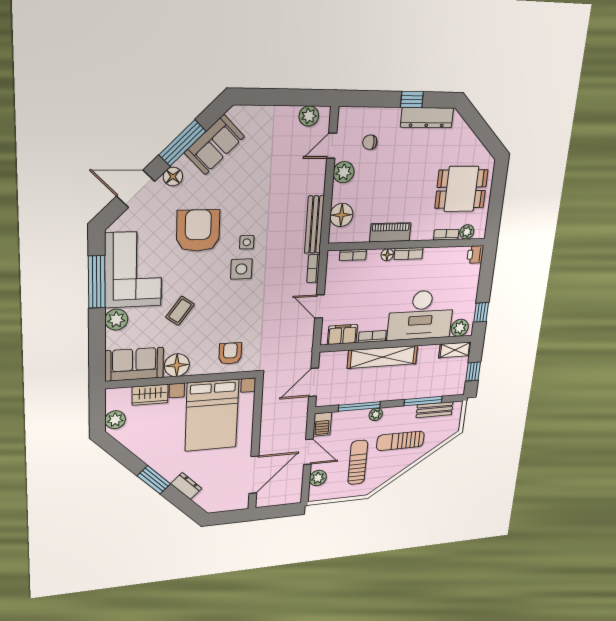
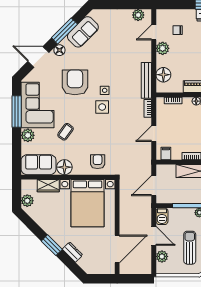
door: (319, 307) -> (154, 134), hinge flipped
filing cabinet: (342, 334) -> (166, 153), width x0.50

